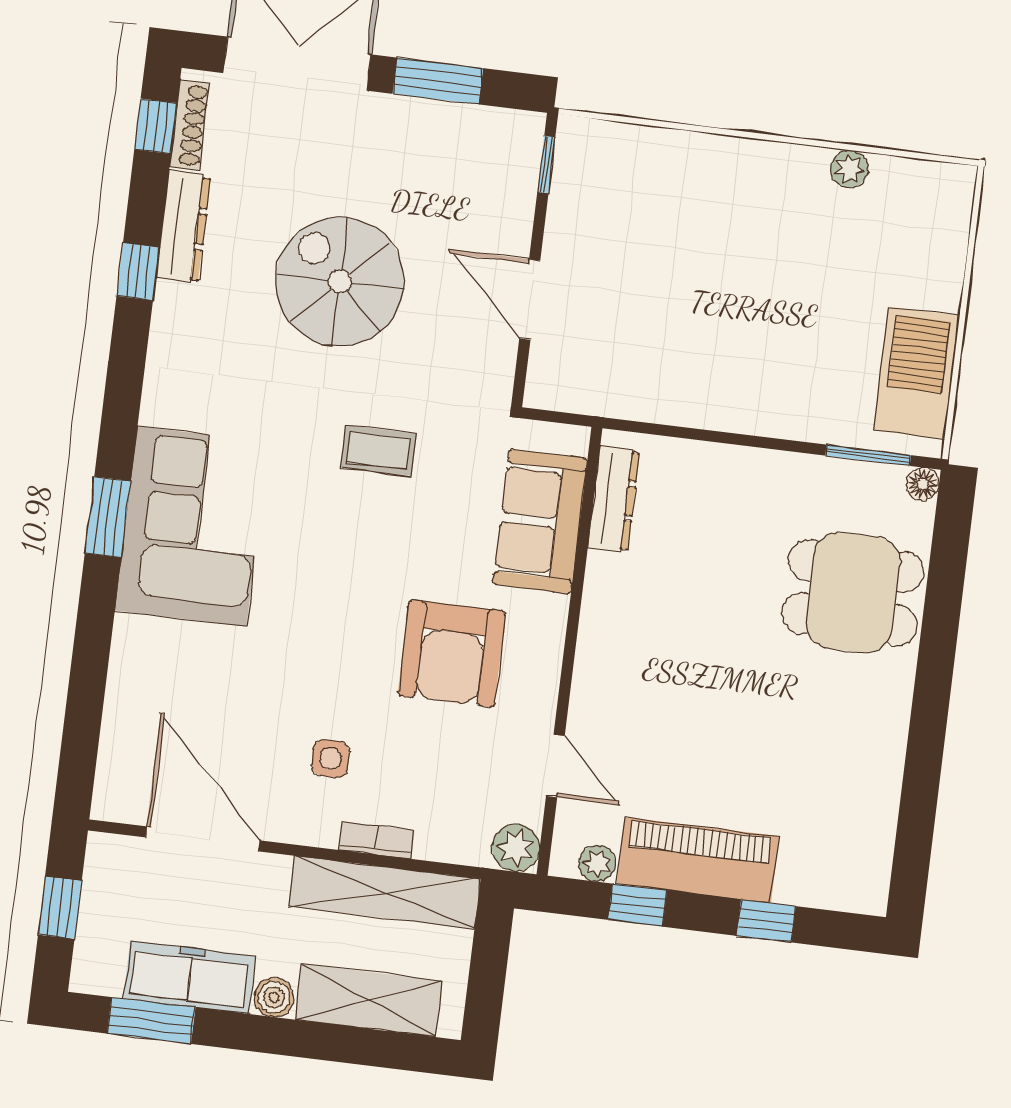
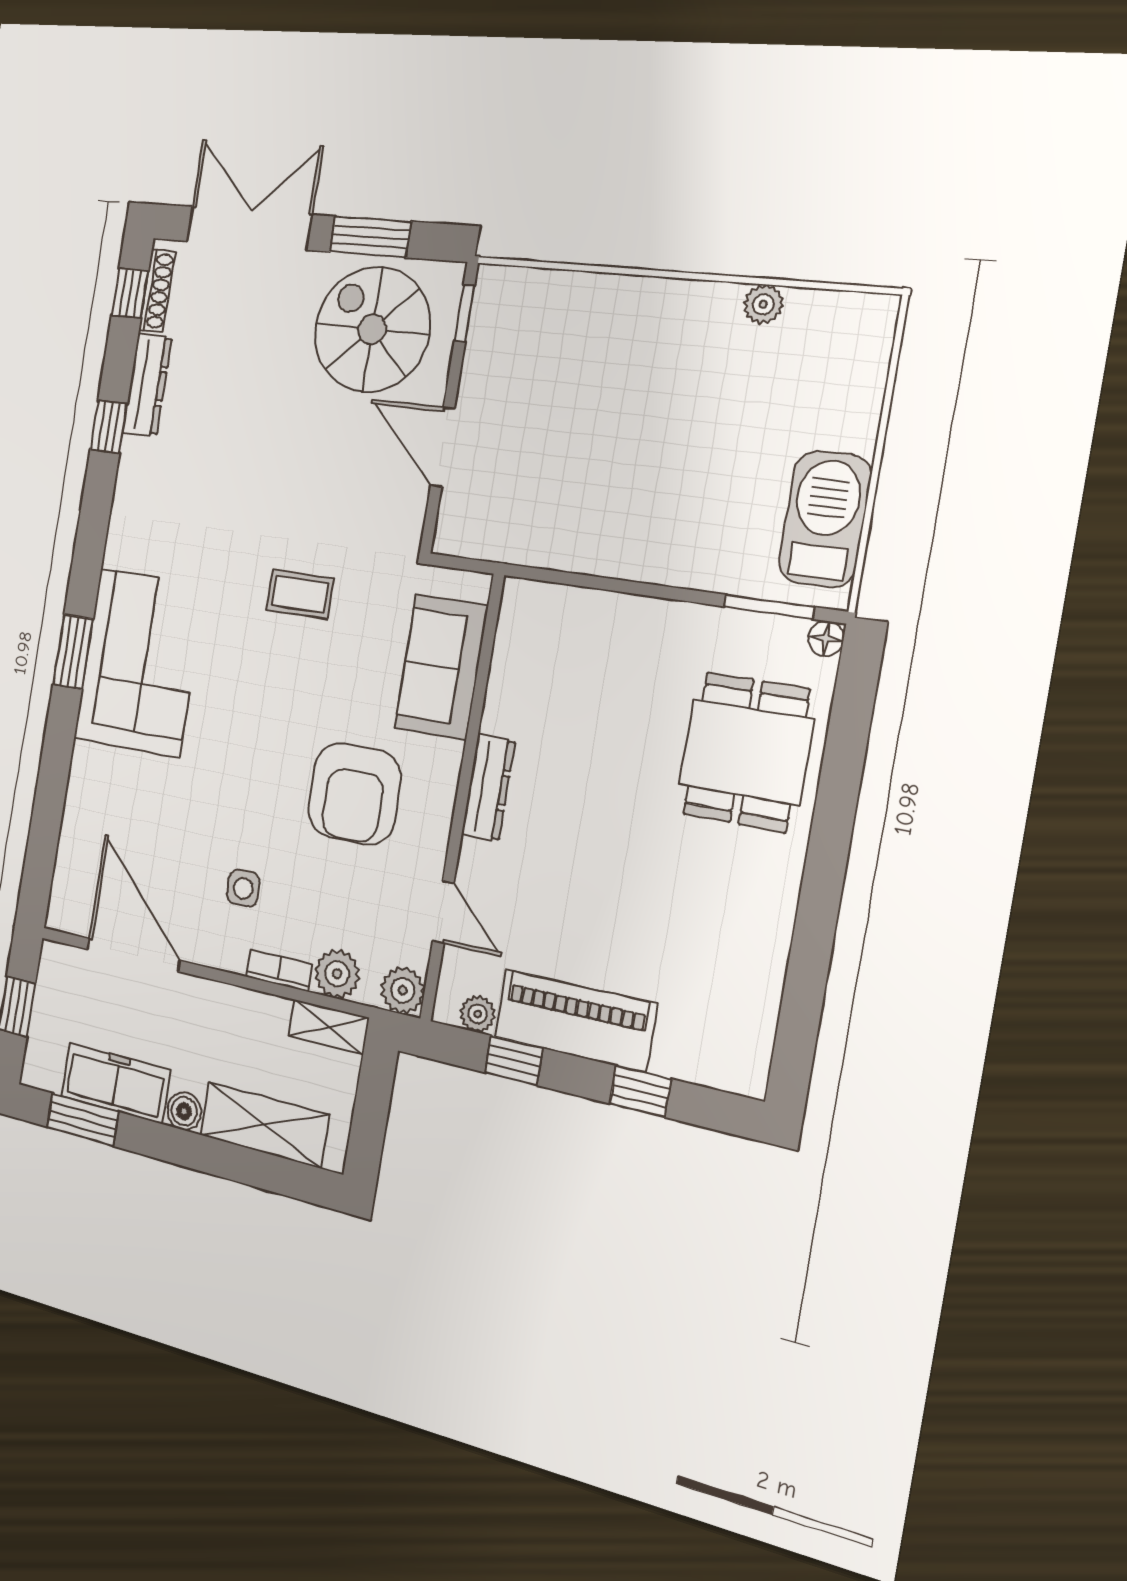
spiral stairs: (340, 281) -> (372, 329), moved
dresser: (614, 499) -> (488, 787), moved
dining table: (853, 593) -> (746, 752), turned 90
plant: (442, 838) -> (337, 974), added
shelving: (385, 893) -> (329, 1027), width x0.45, depth x0.75

